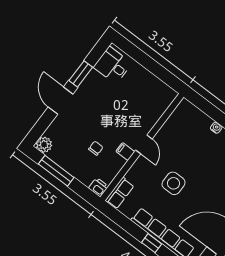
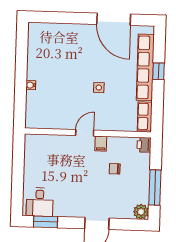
window: (81, 74) -> (46, 222), moved
side table: (174, 183) -> (99, 88), width x0.54, depth x0.54
row of seats: (120, 193) -> (145, 116), moved, turned -90

